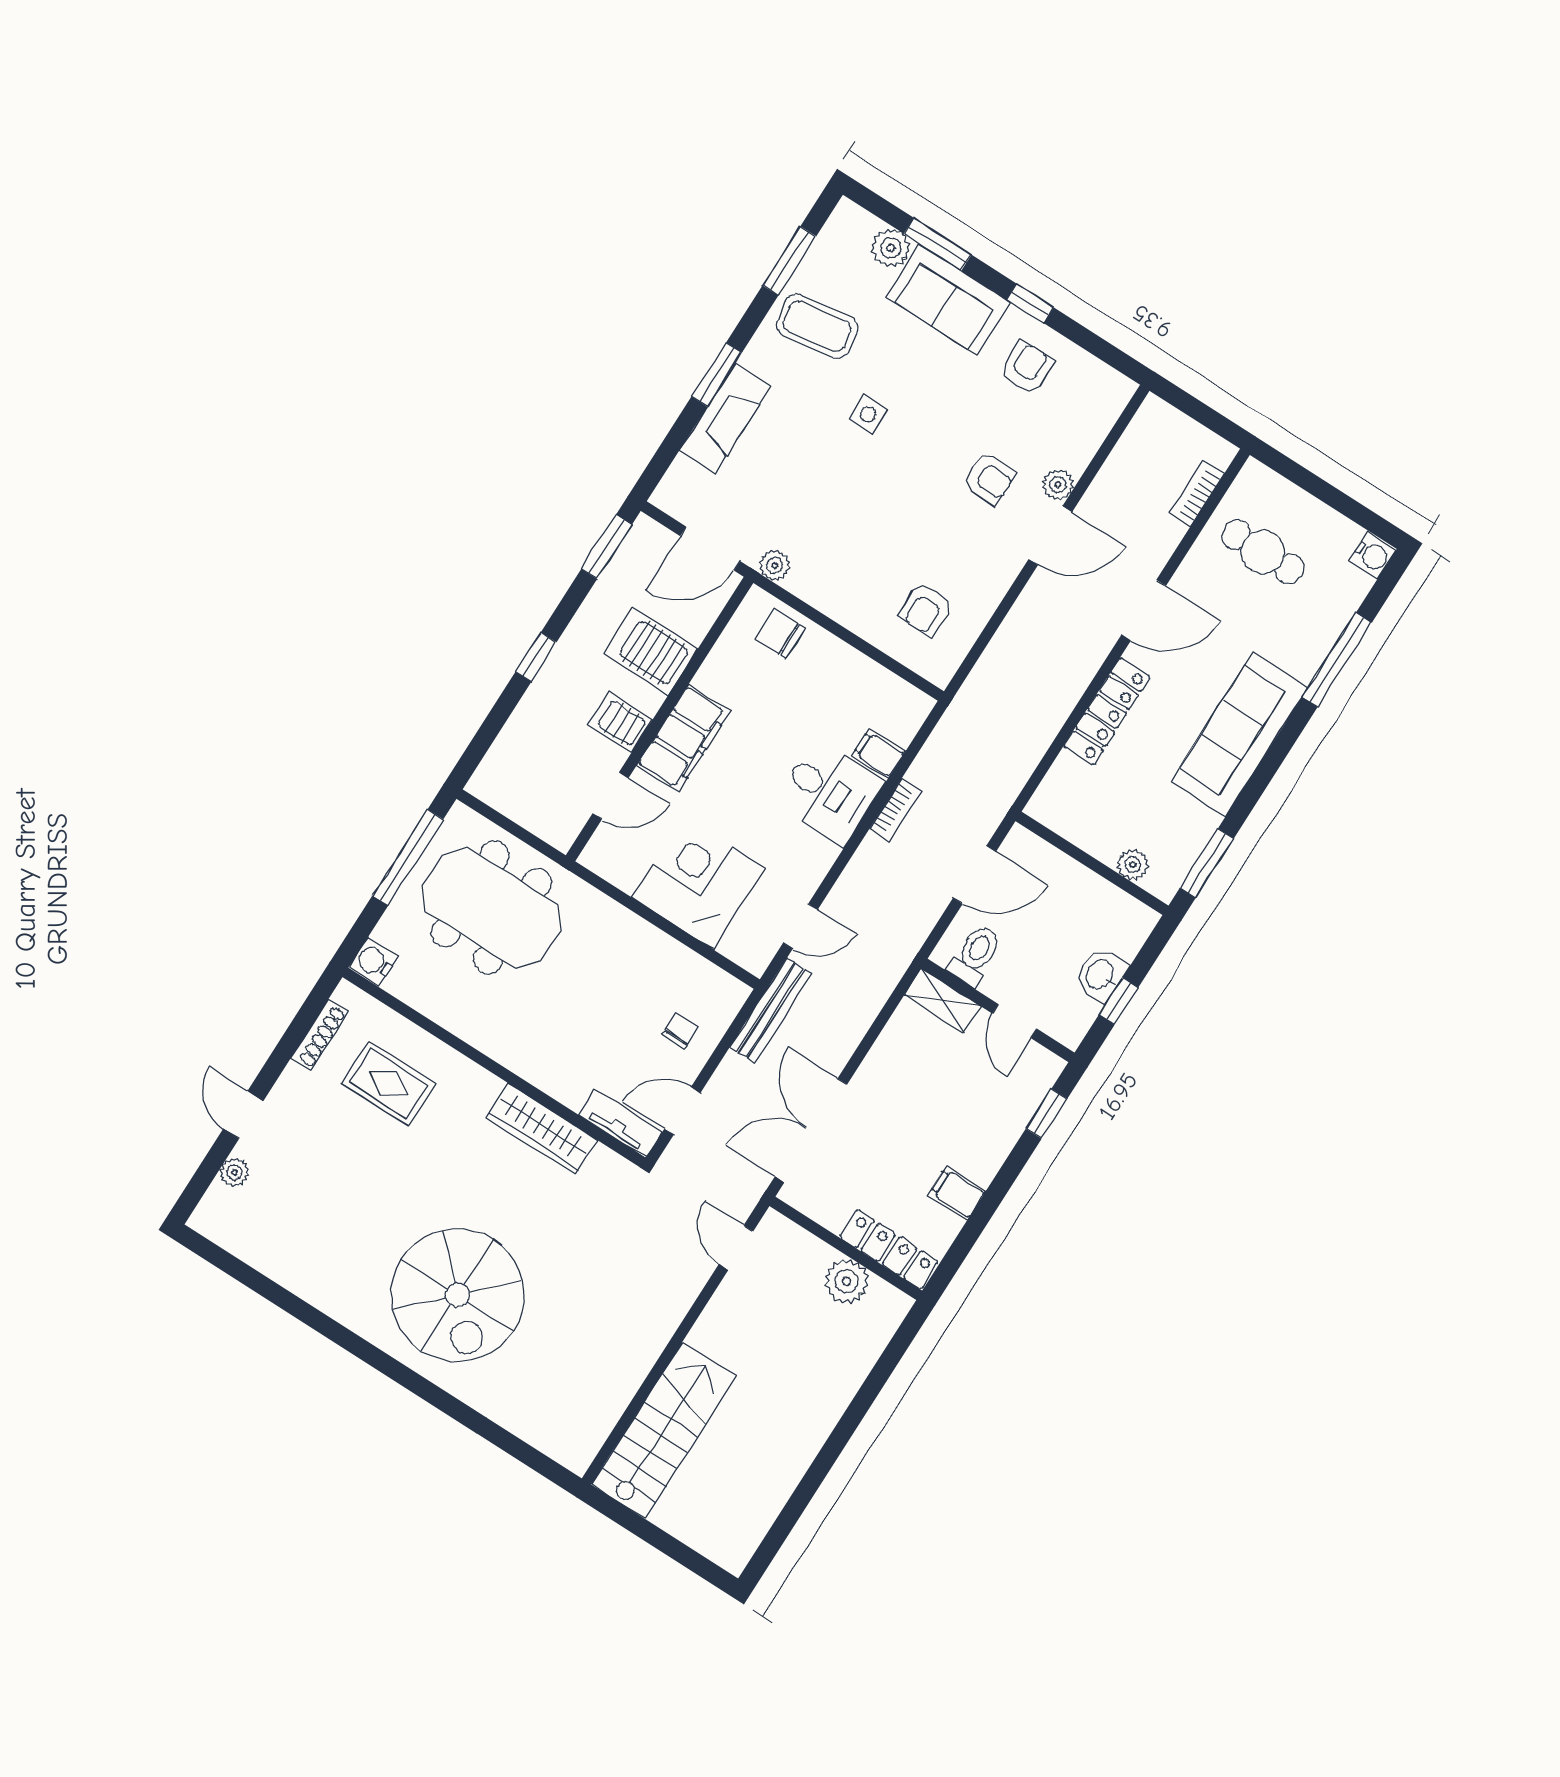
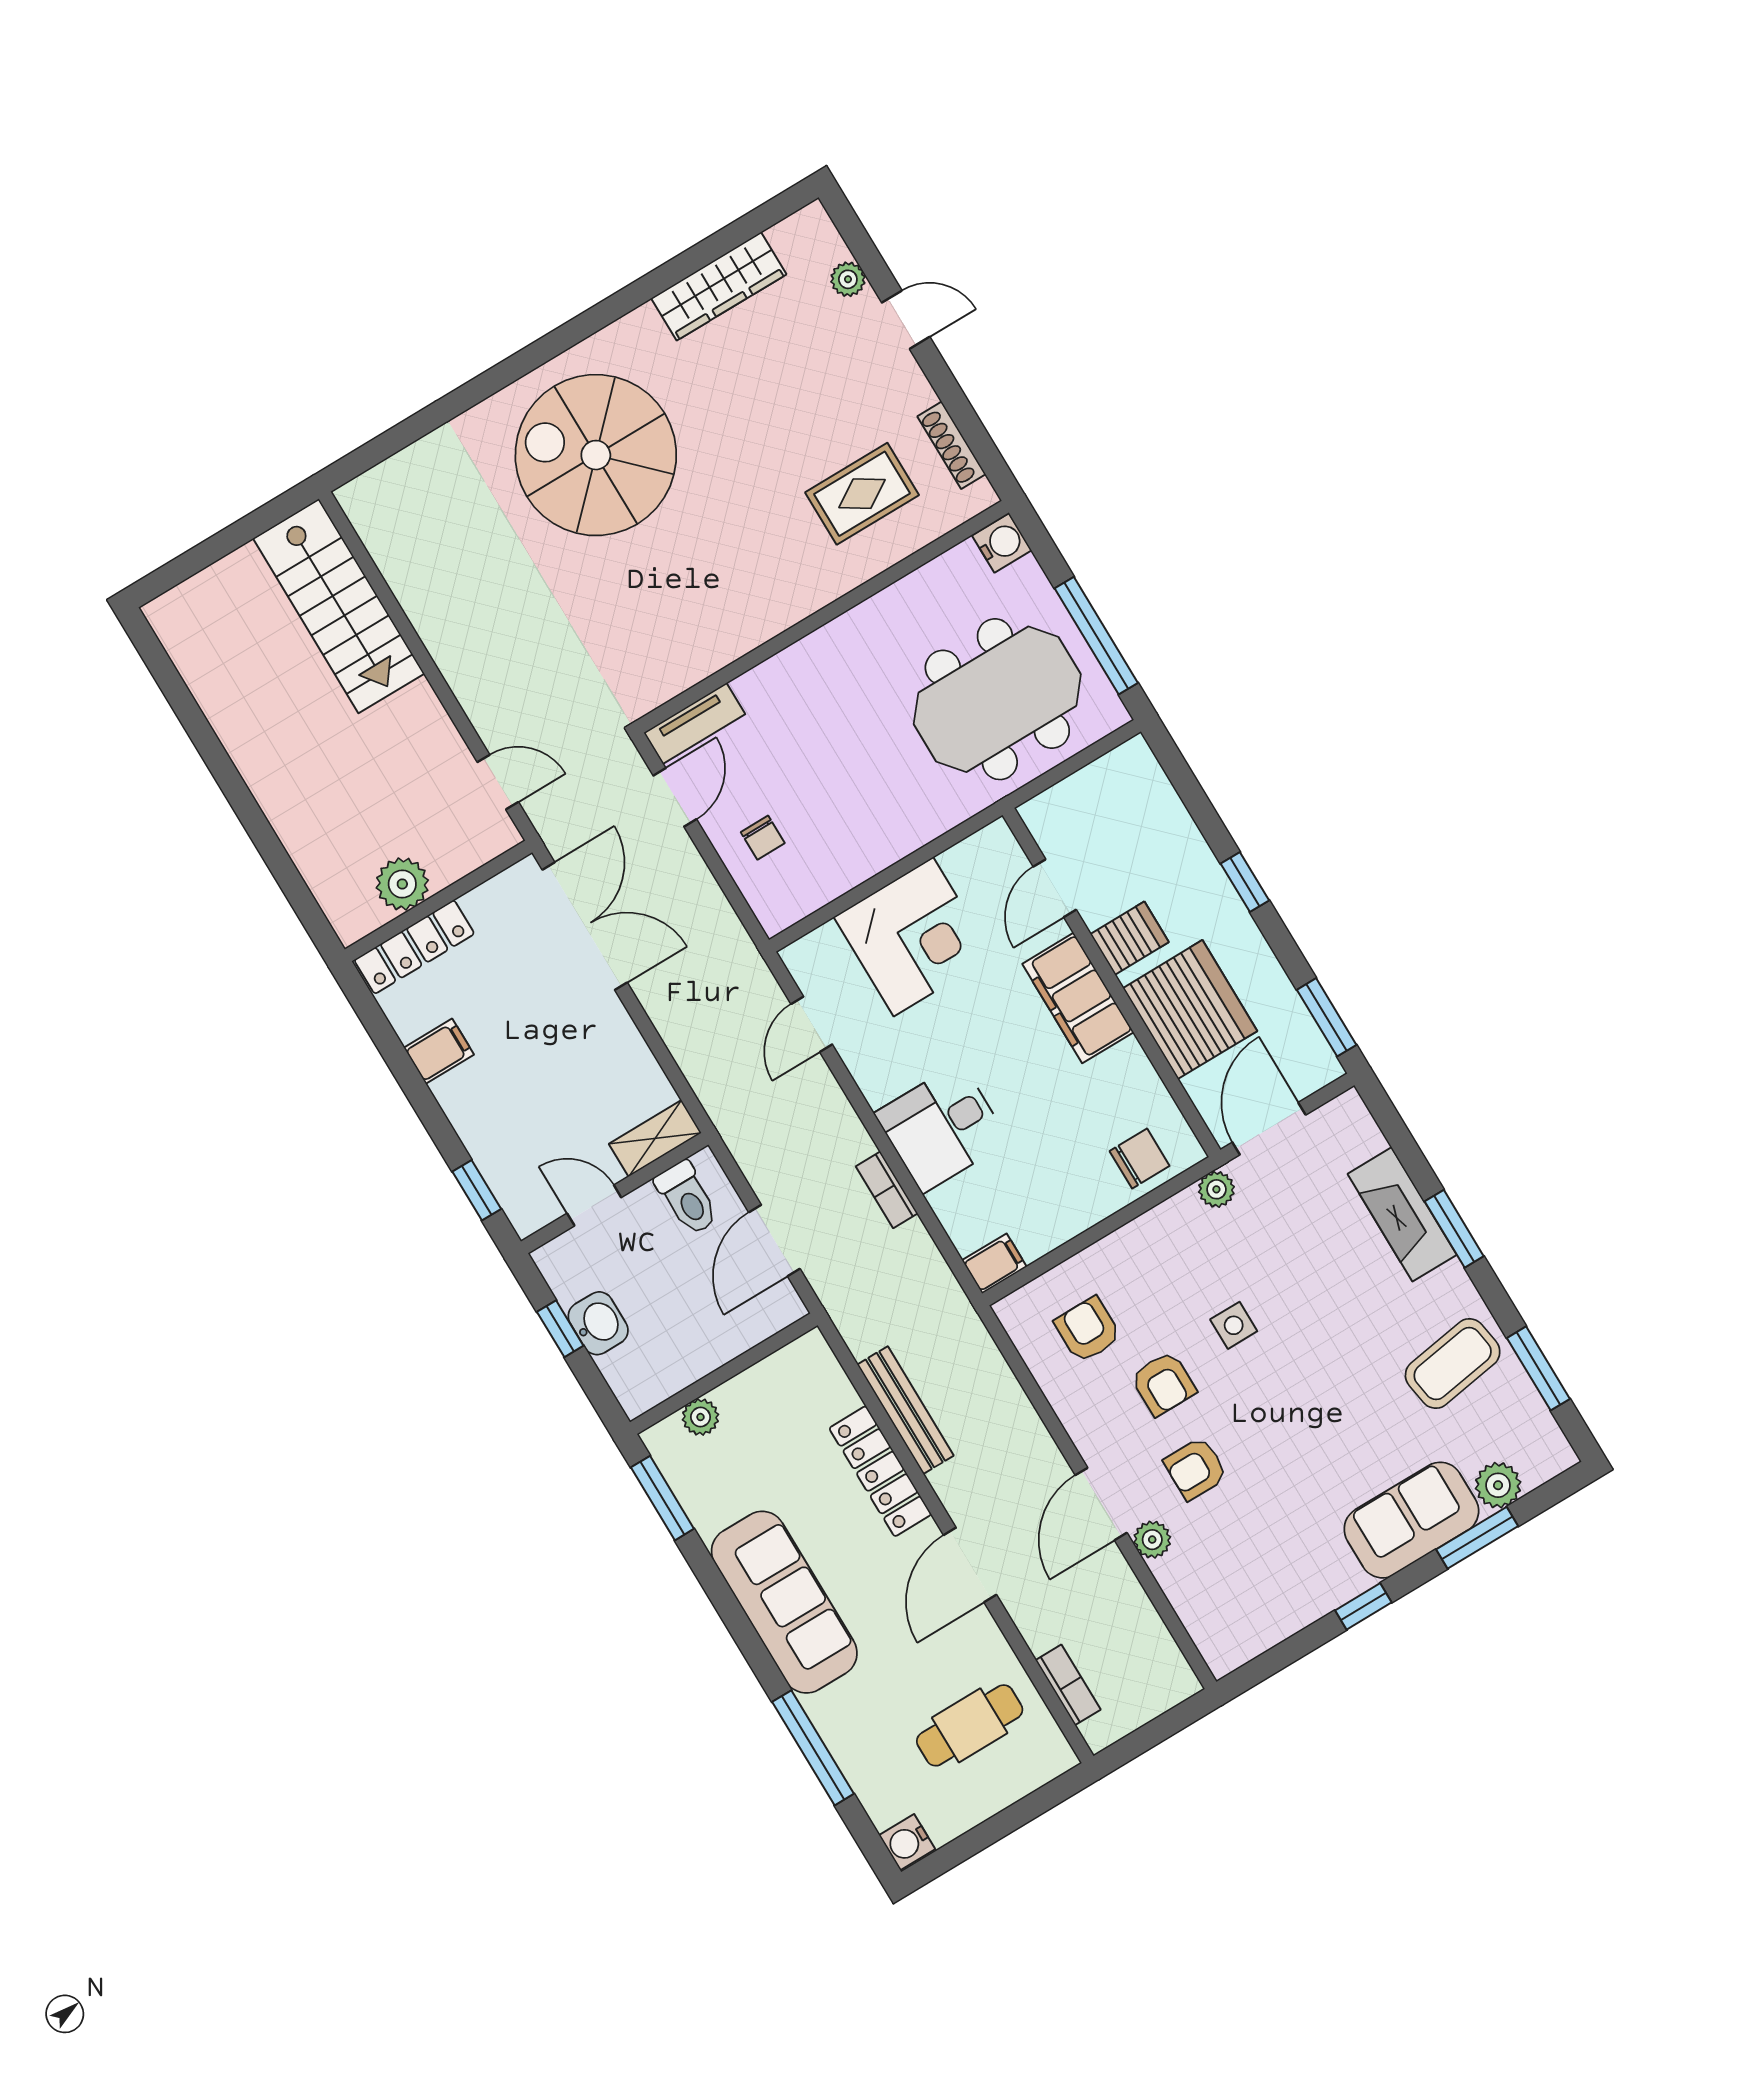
armchair: (1027, 367) -> (1163, 1384), moved
side table: (868, 414) -> (1234, 1325), moved
server rack: (651, 651) -> (1190, 1010), width x1.60
filing cabinet: (878, 754) -> (994, 1264), moved
bench: (771, 1010) -> (905, 1410), moved
wardrobe: (542, 1129) -> (719, 286), moved, turned 180

